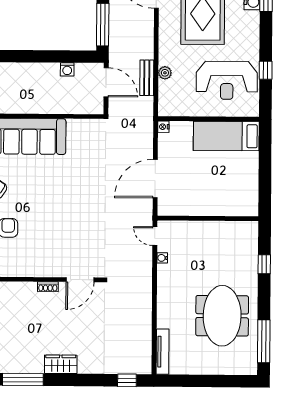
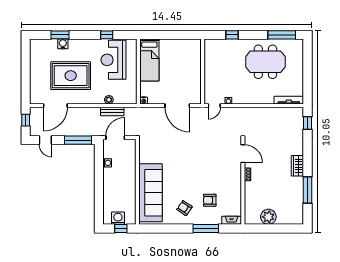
reception desk: (227, 80) -> (113, 60), turned 180

